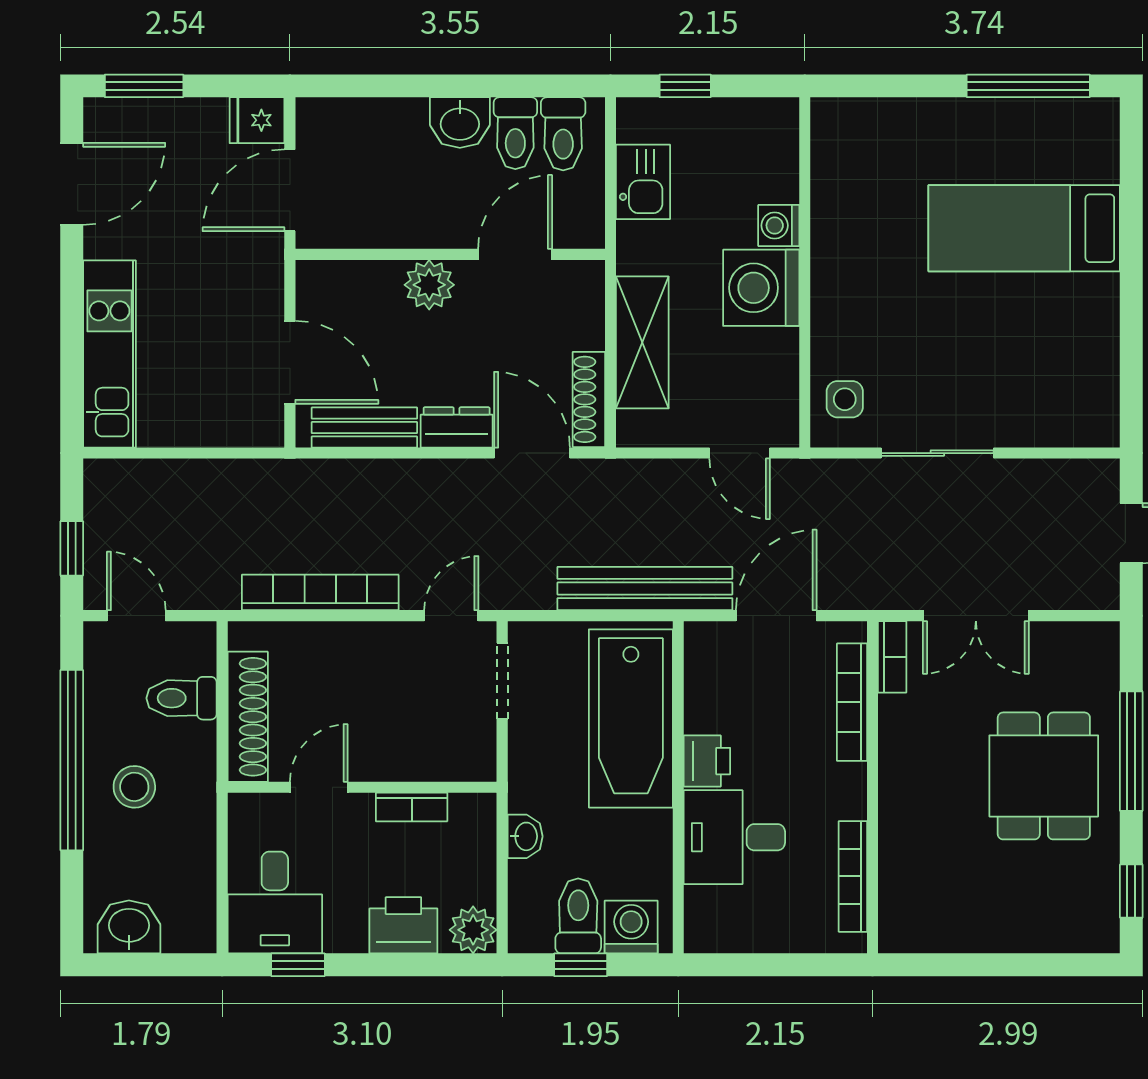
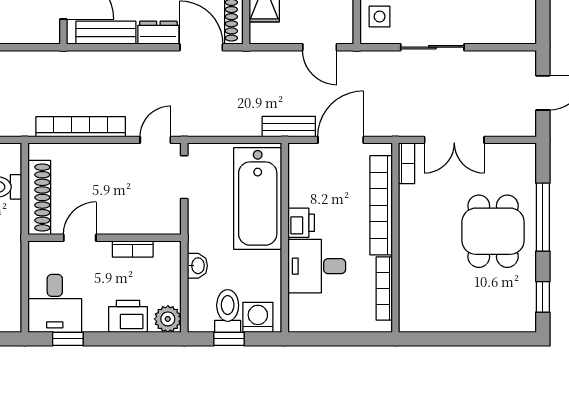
bench: (645, 589) -> (289, 127), width x0.54, depth x0.82
bookcase: (852, 702) -> (381, 205), width x1.48, depth x1.31

